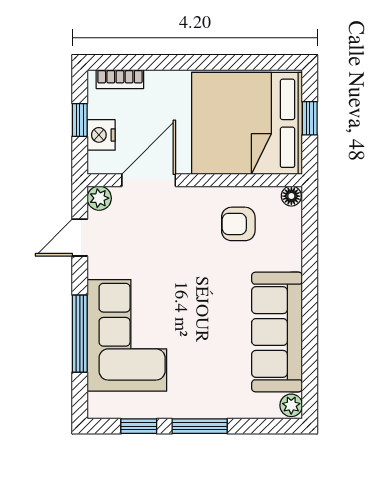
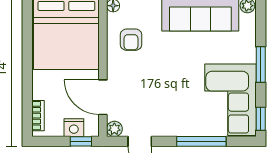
window: (80, 120) -> (81, 141), moved
corner sofa: (127, 335) -> (231, 100), moved, turned -90
window: (139, 426) -> (261, 119), moved

